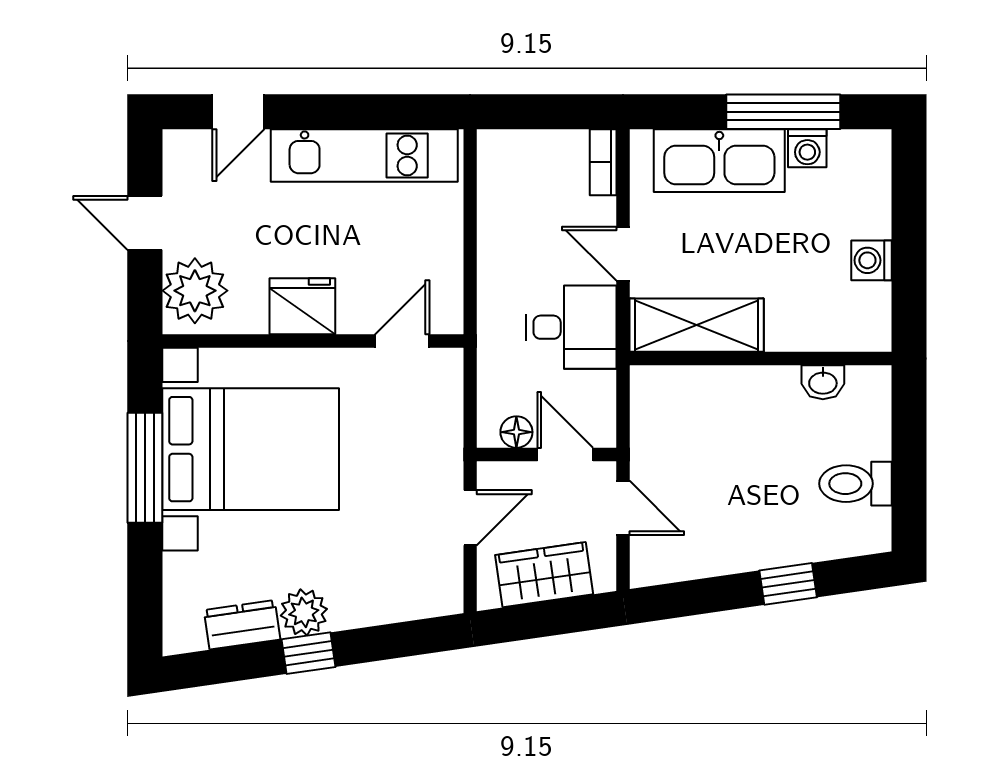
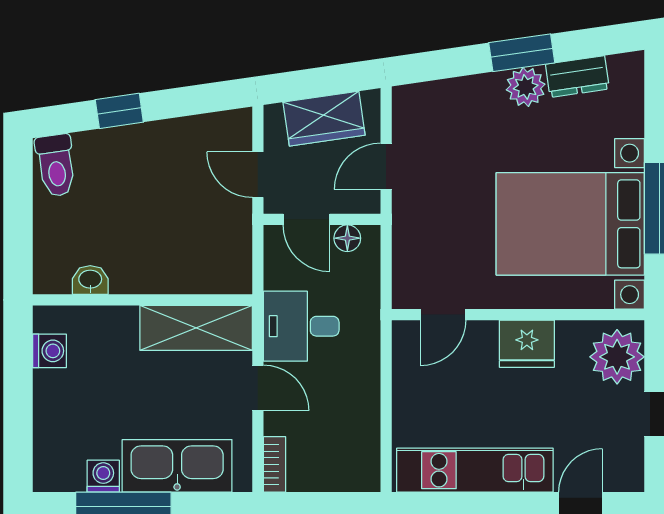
washing machine: (871, 260) -> (49, 351), moved
toilet: (855, 484) -> (56, 165), moved, turned 82
window: (308, 653) -> (522, 53), width x1.50

